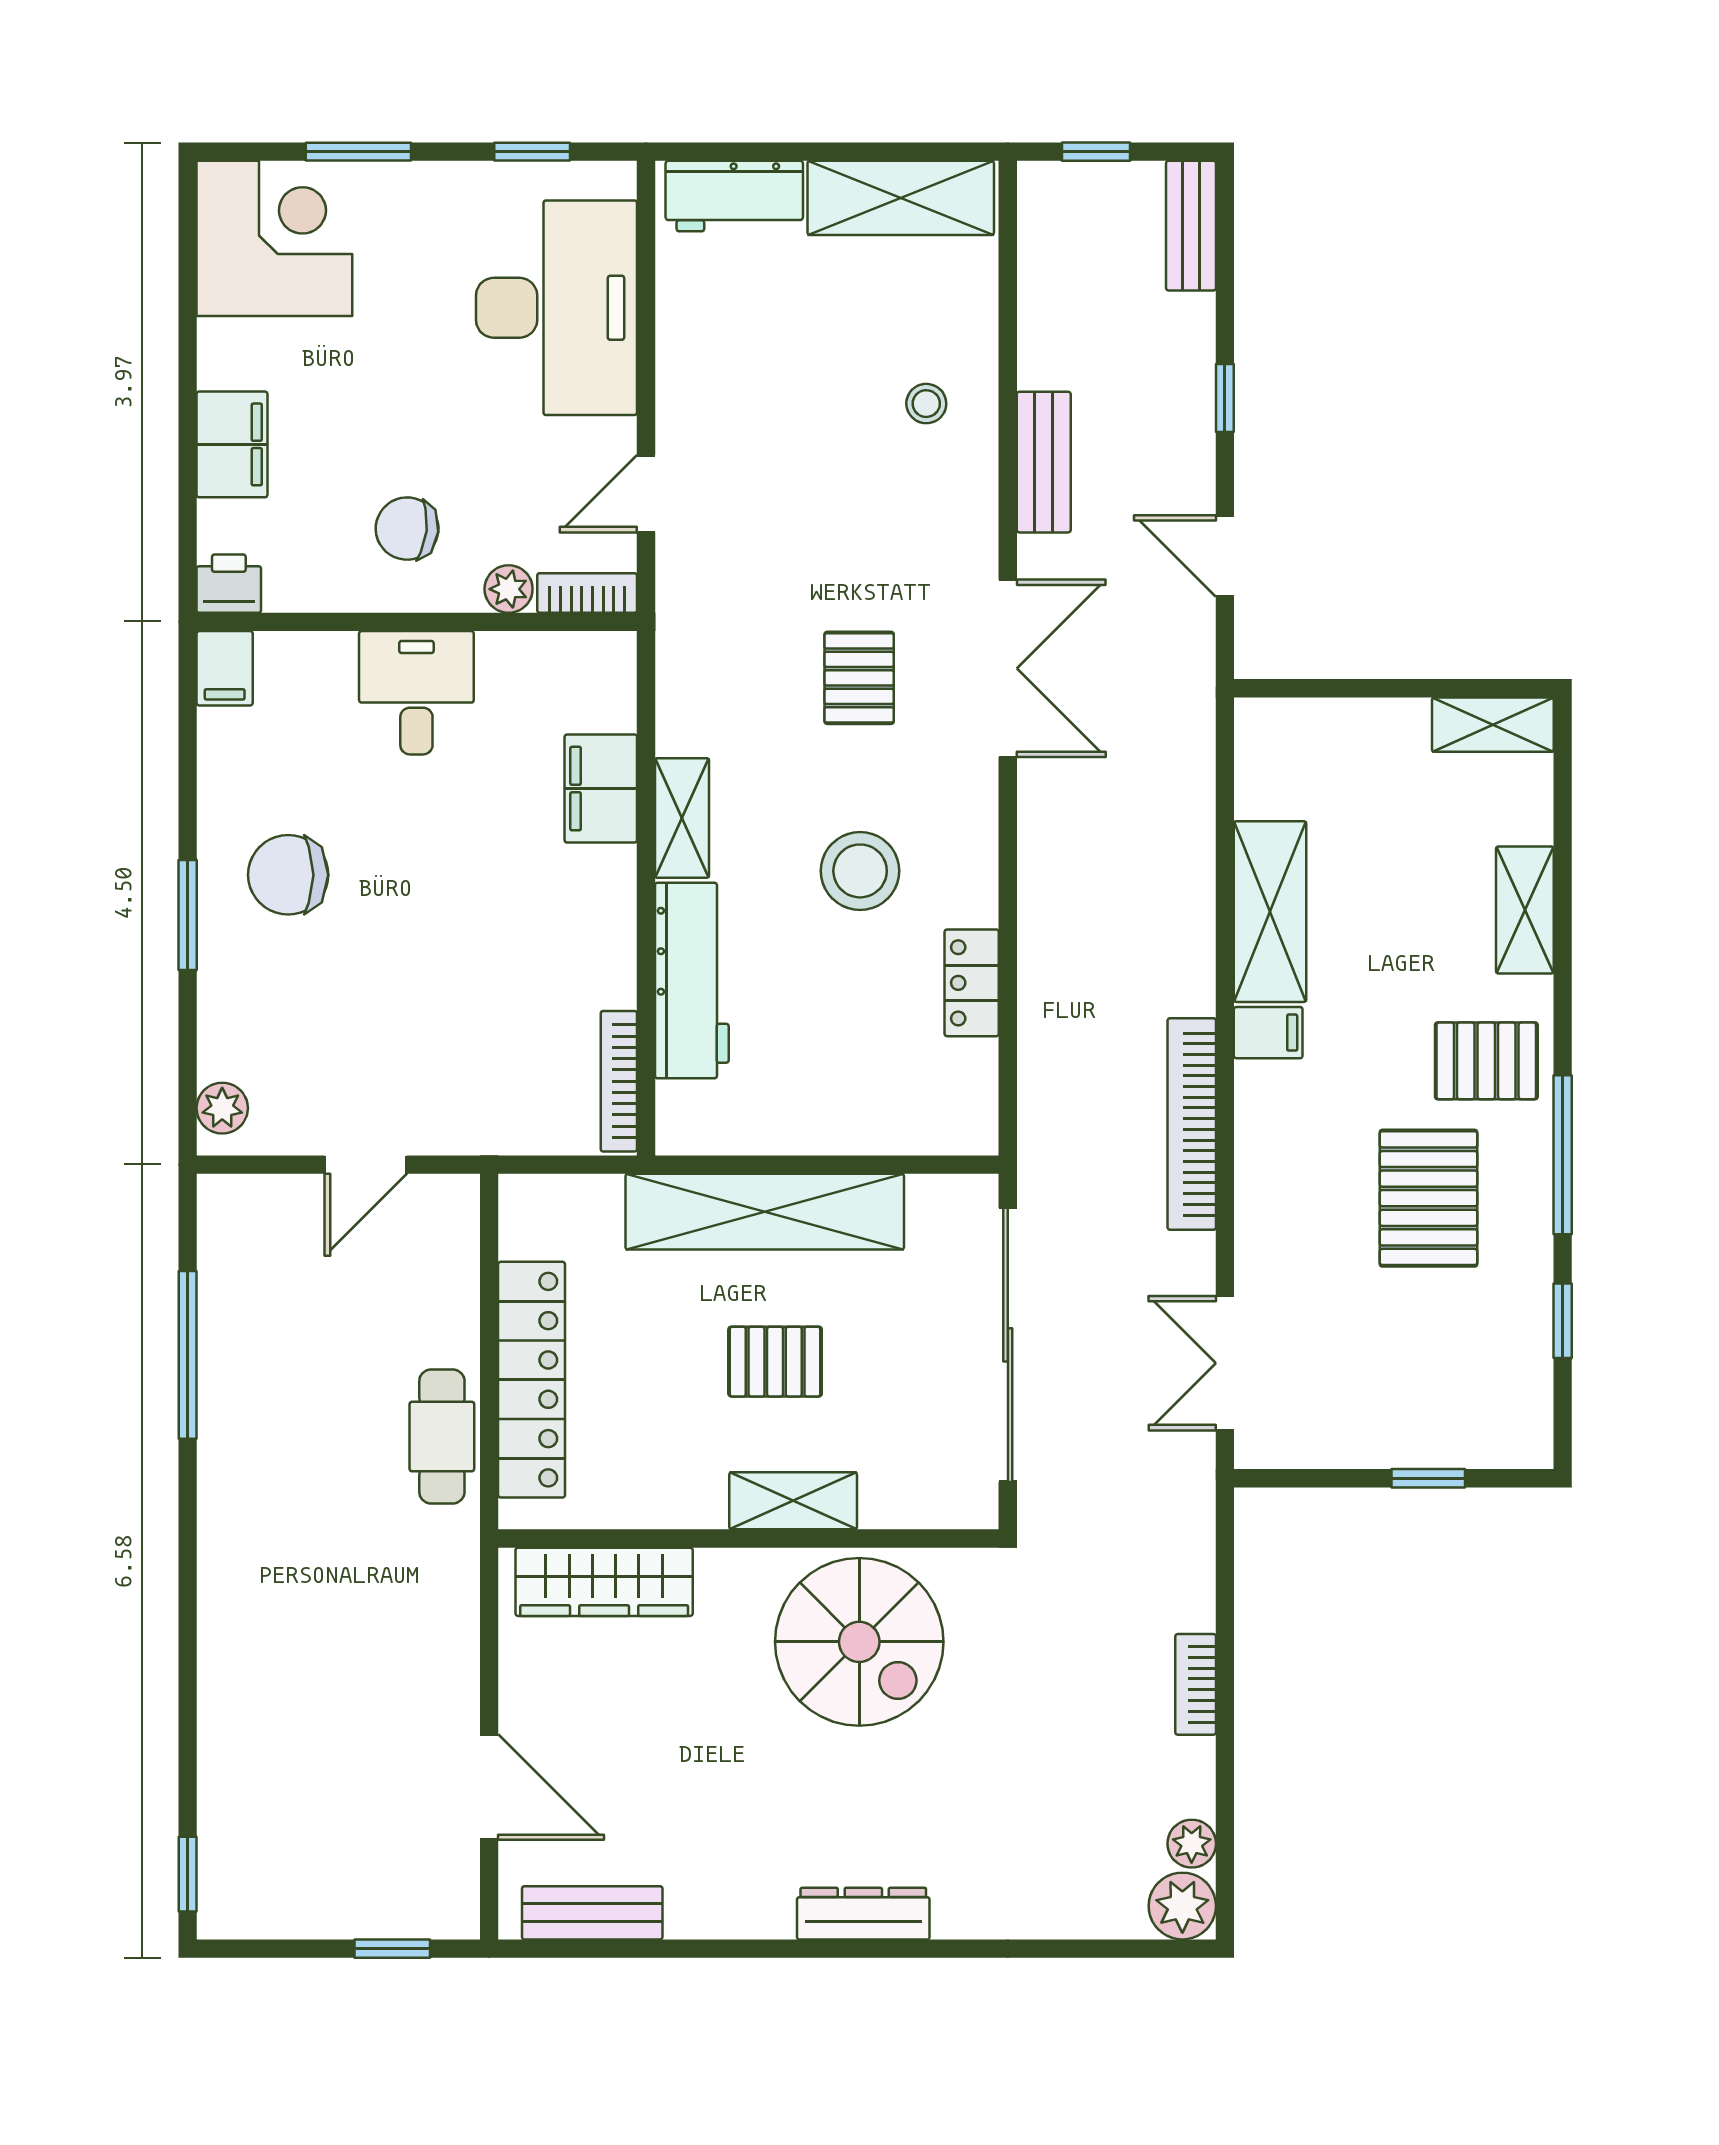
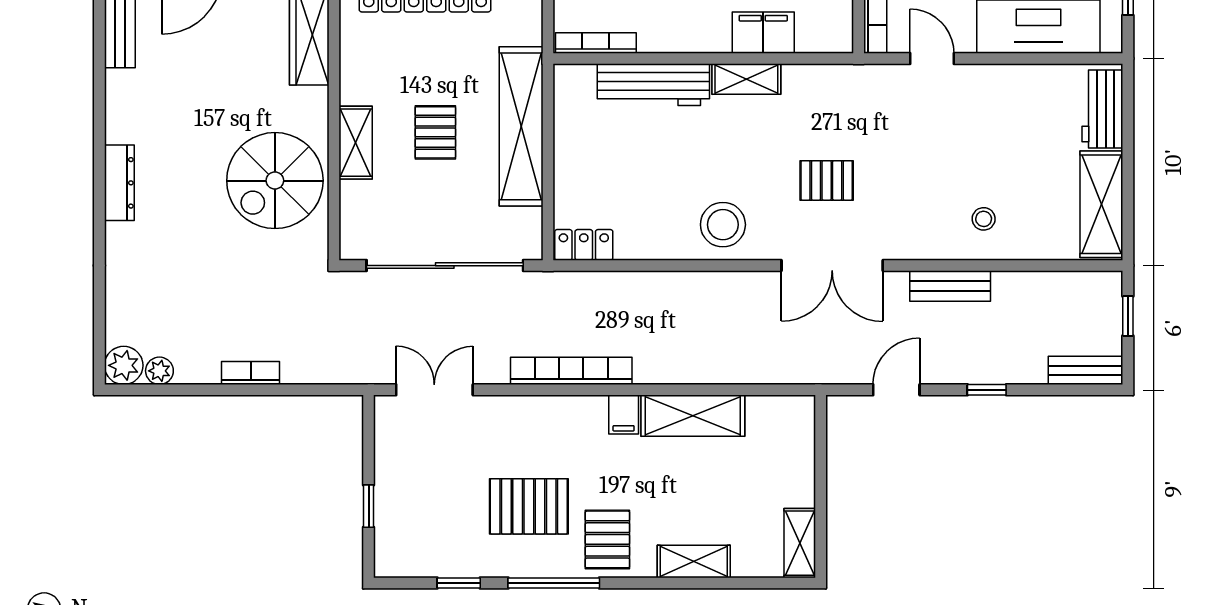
stool: (860, 871) -> (723, 225), moved
locker: (972, 983) -> (584, 245), moved

